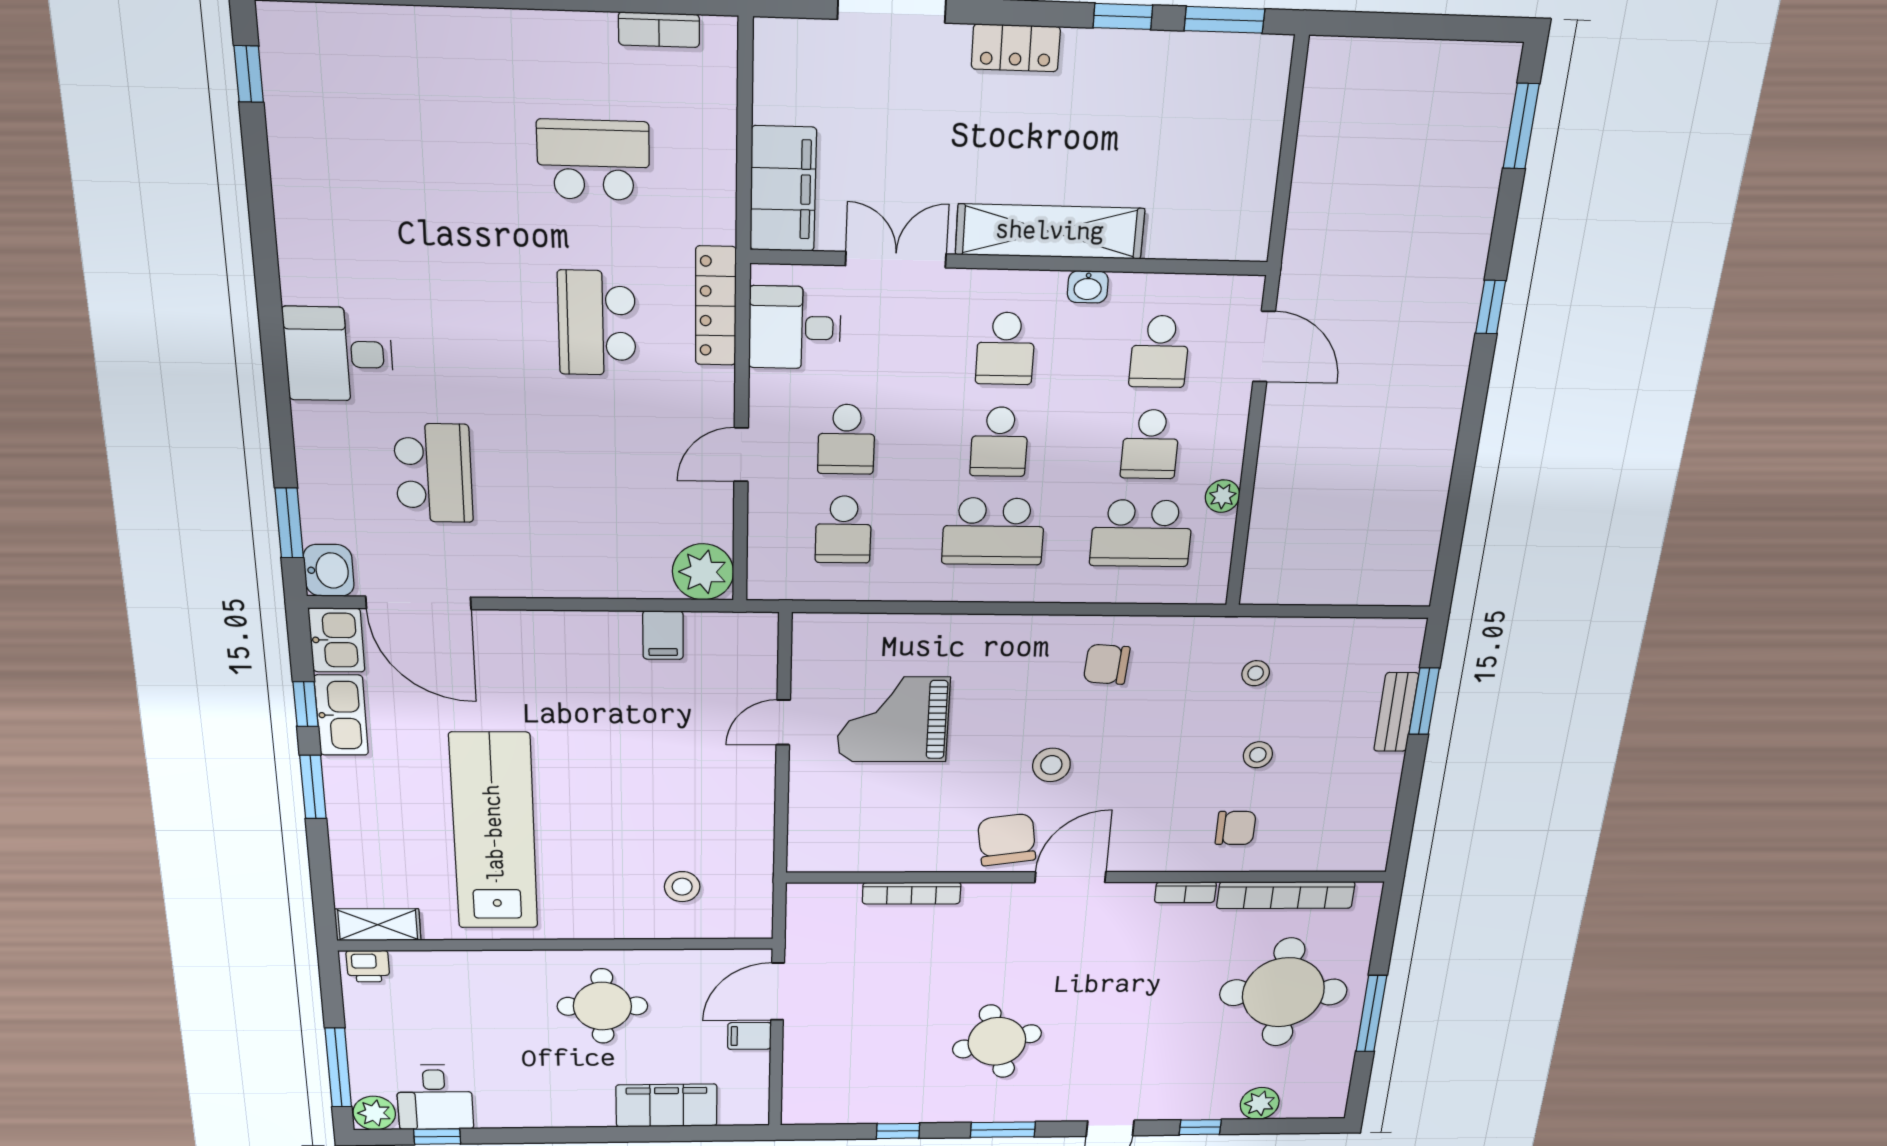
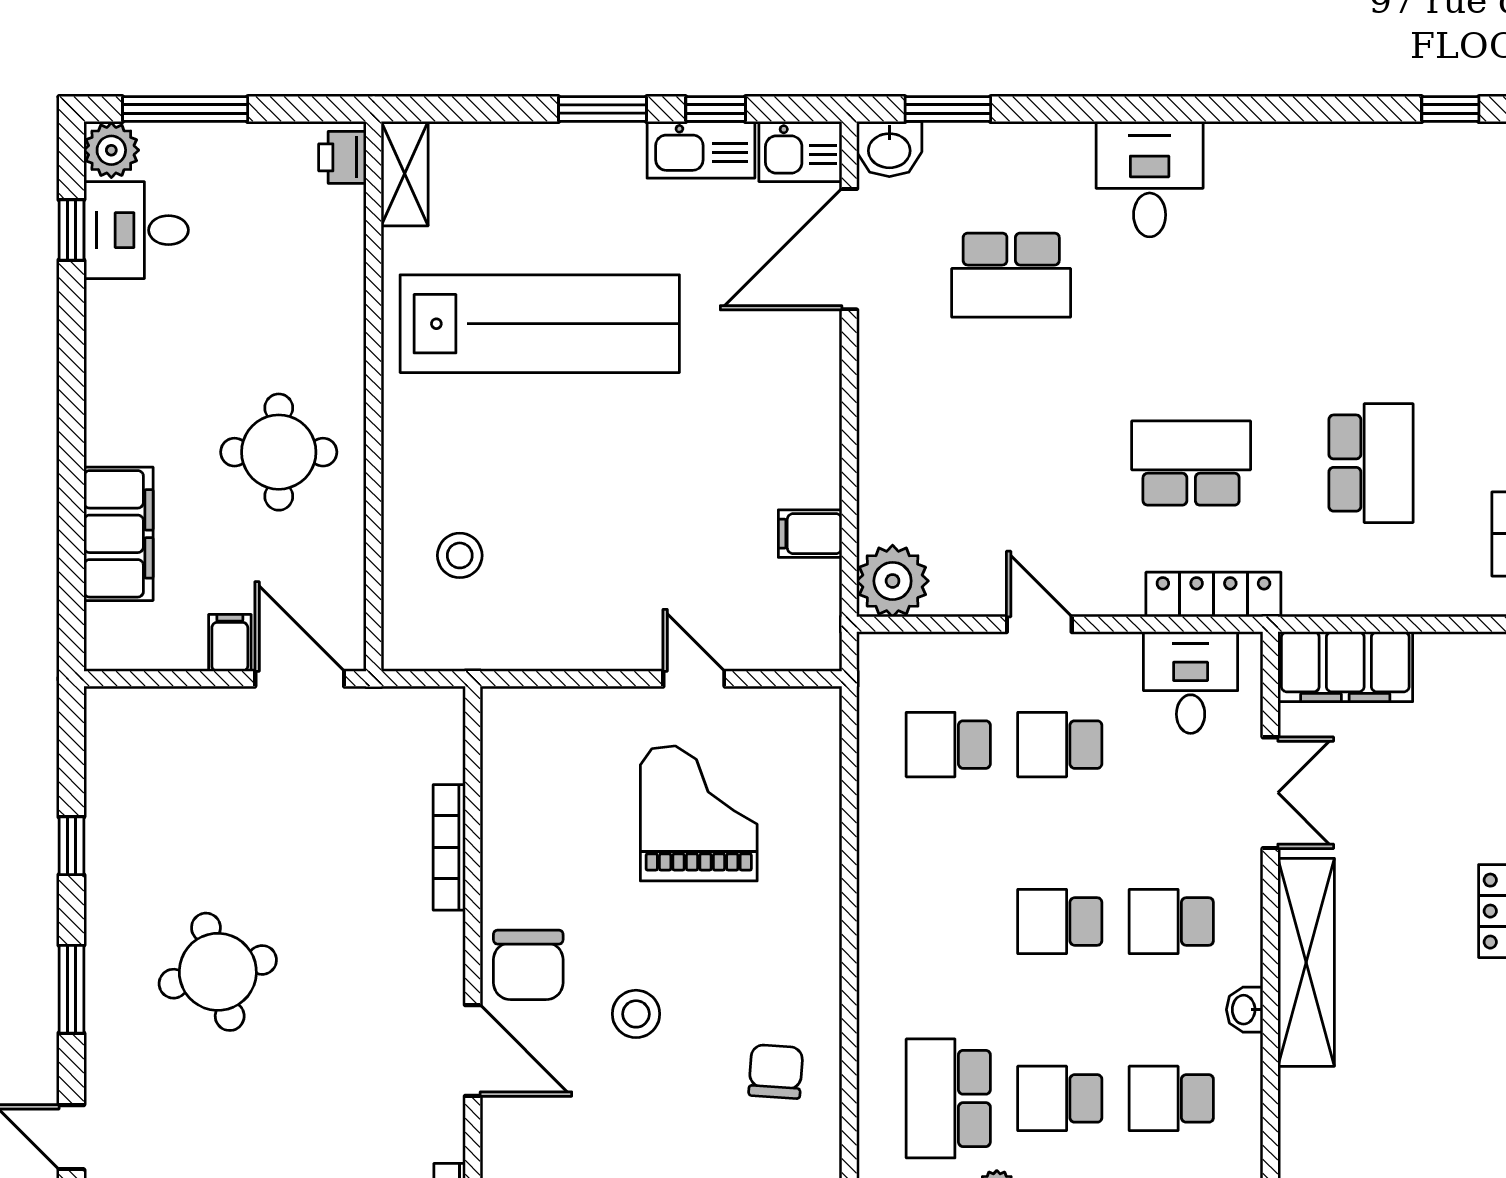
school desk: (993, 531) -> (948, 921), removed
chair: (1007, 840) -> (528, 965), turned 98

